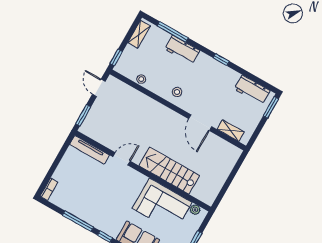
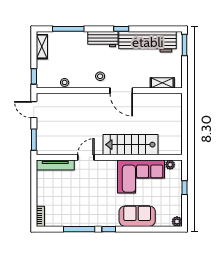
workbench: (182, 50) -> (103, 39), moved
workbench: (252, 90) -> (148, 42), width x1.88, depth x1.32
door: (200, 123) -> (121, 91), moved

